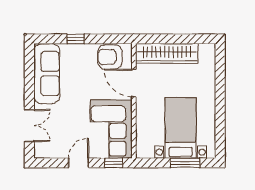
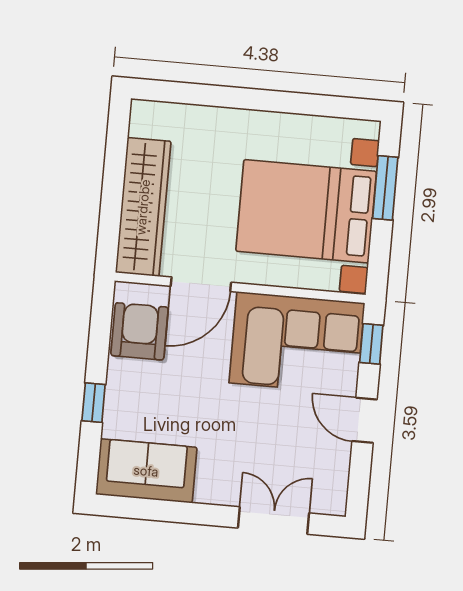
armchair: (110, 57) -> (139, 331), turned 180
sofa: (47, 74) -> (146, 471), width x0.73
bed with nightstands: (181, 128) -> (306, 211), width x1.36

